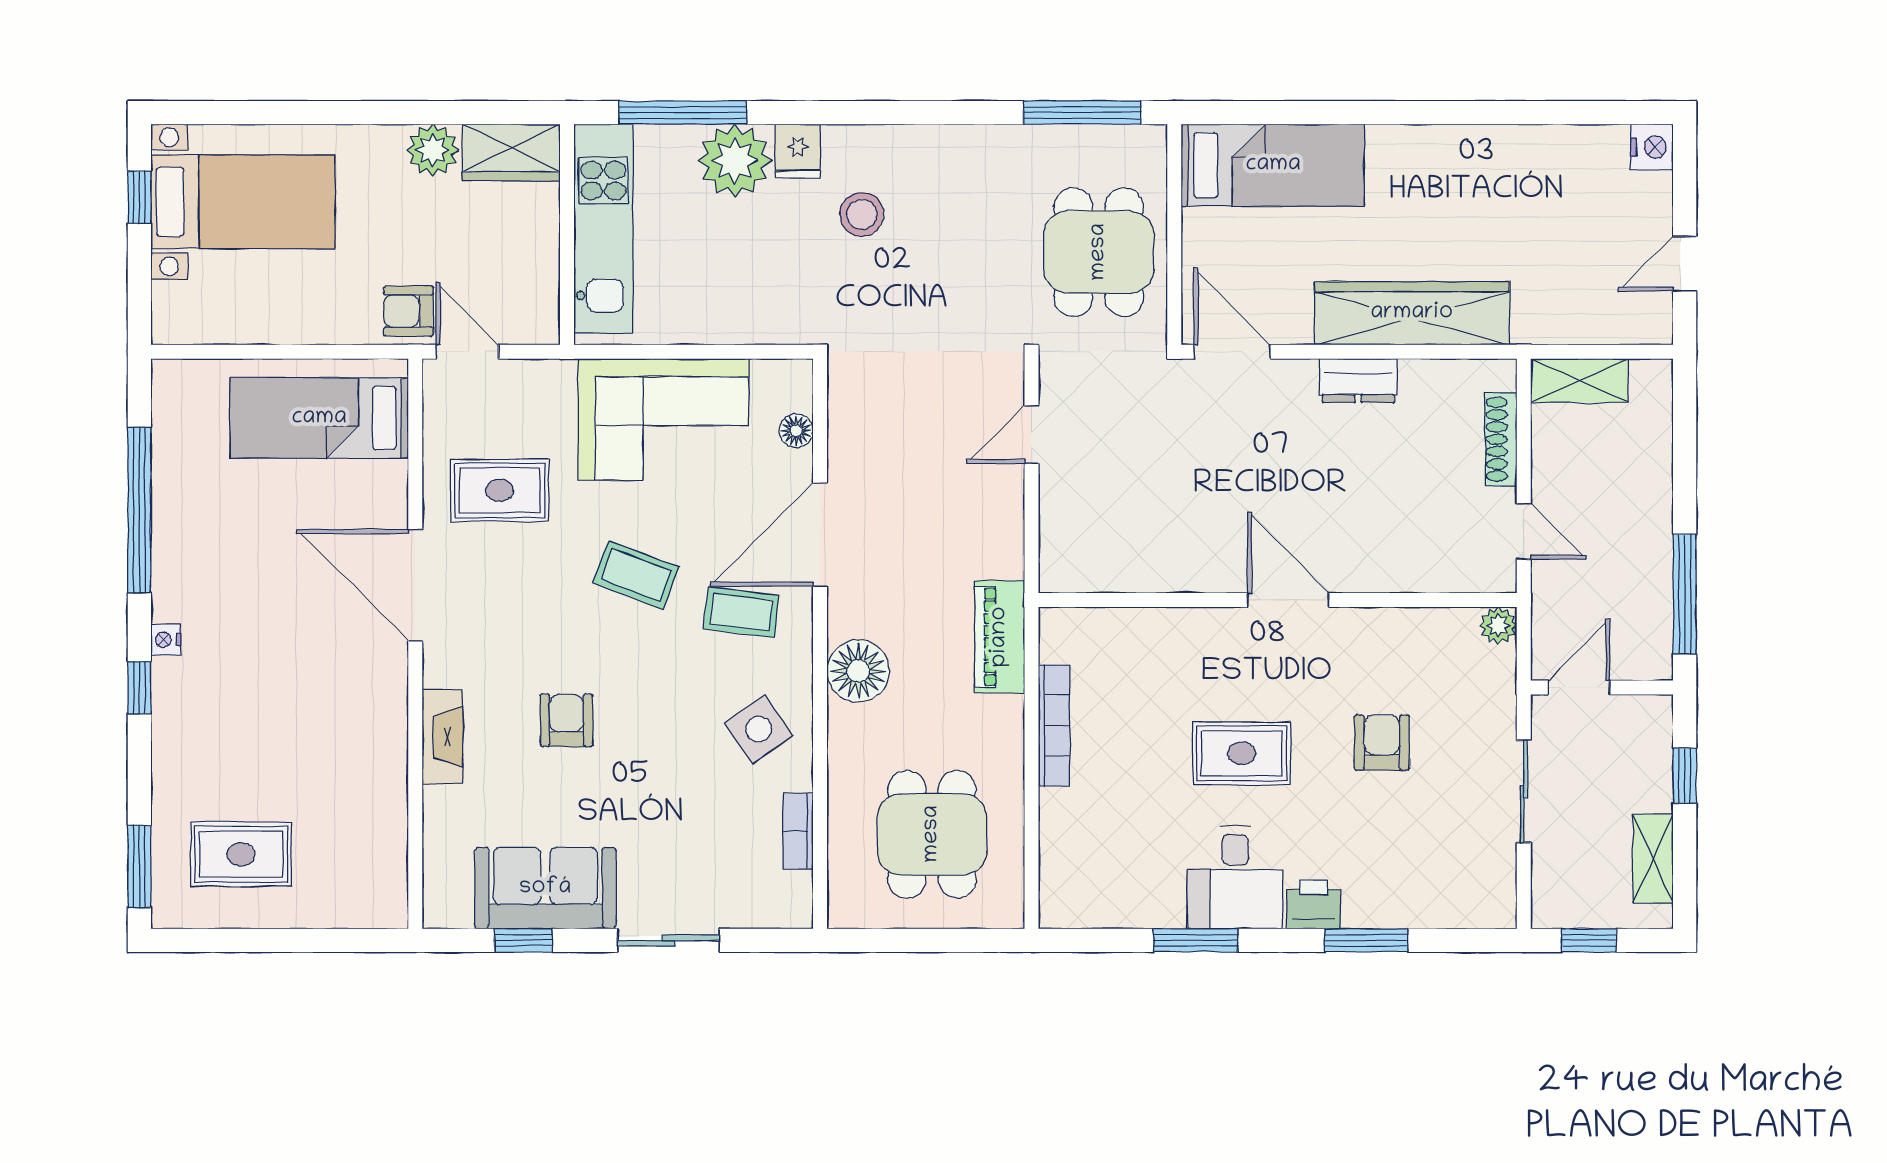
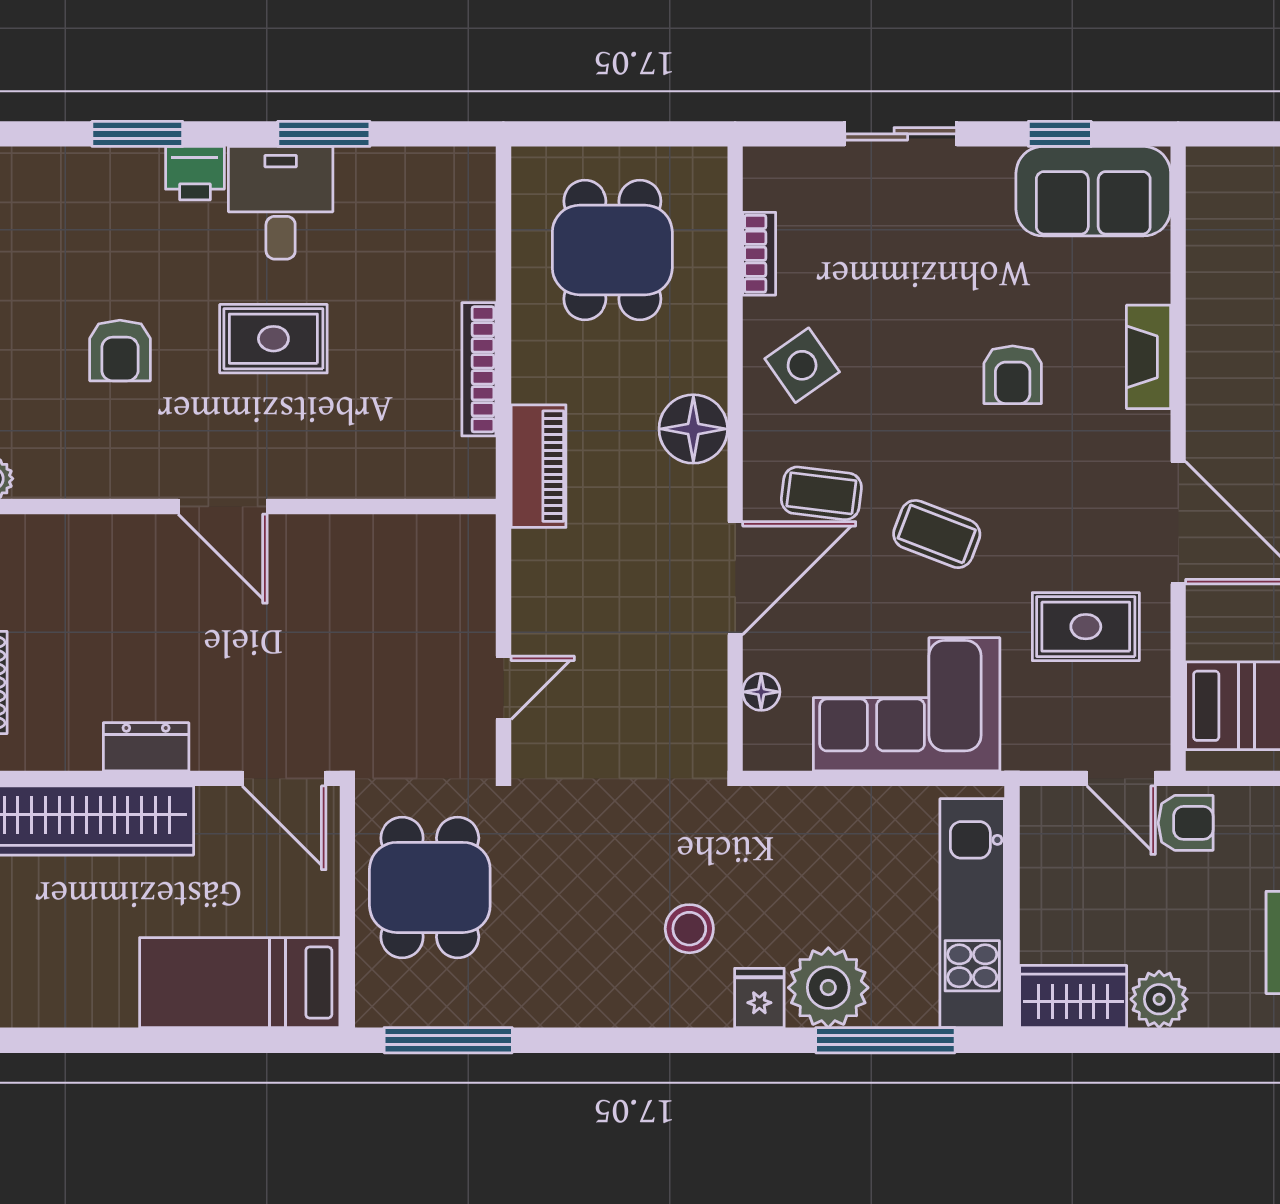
sofa: (545, 888) -> (1093, 191), moved

